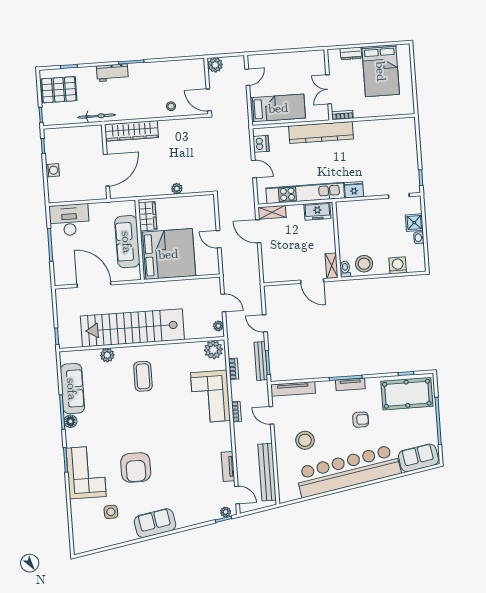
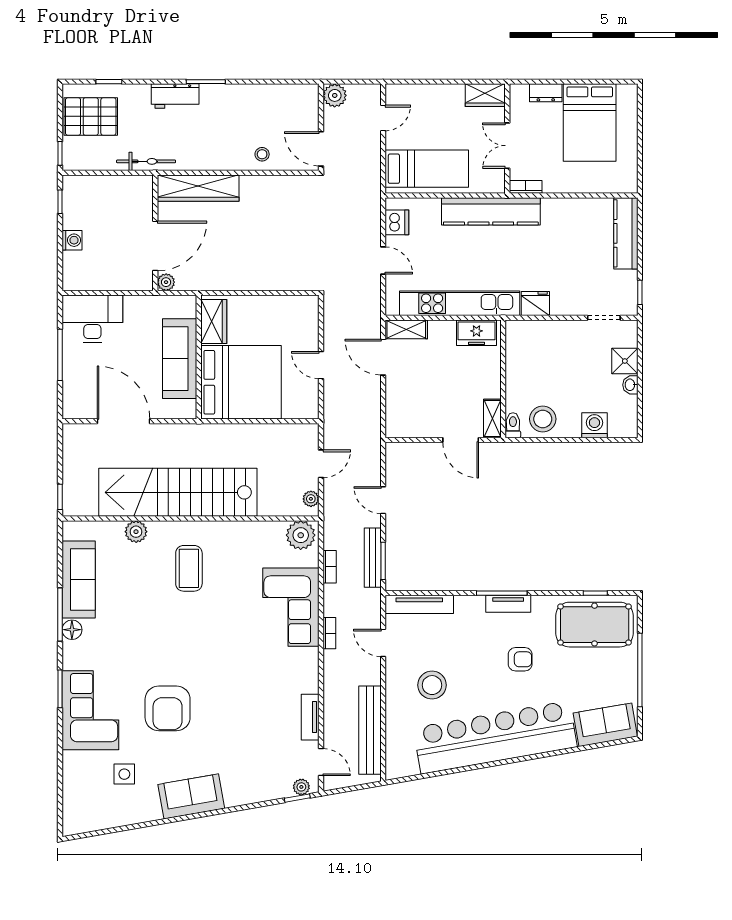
wardrobe: (312, 58) -> (485, 95), added
kitchen counter: (409, 140) -> (626, 233), added
plant: (177, 189) -> (166, 282), moved
door: (223, 303) -> (321, 464), hinge flipped

